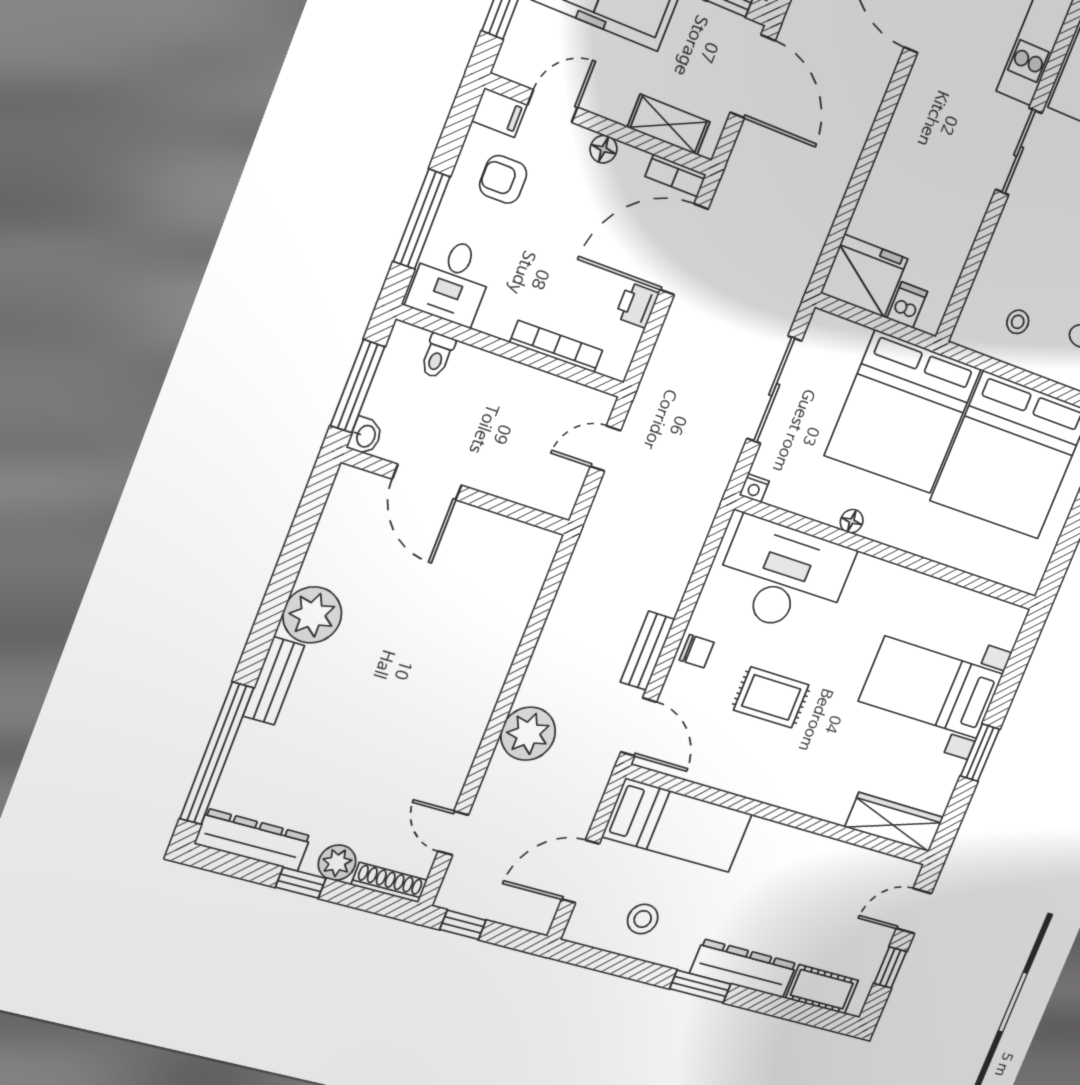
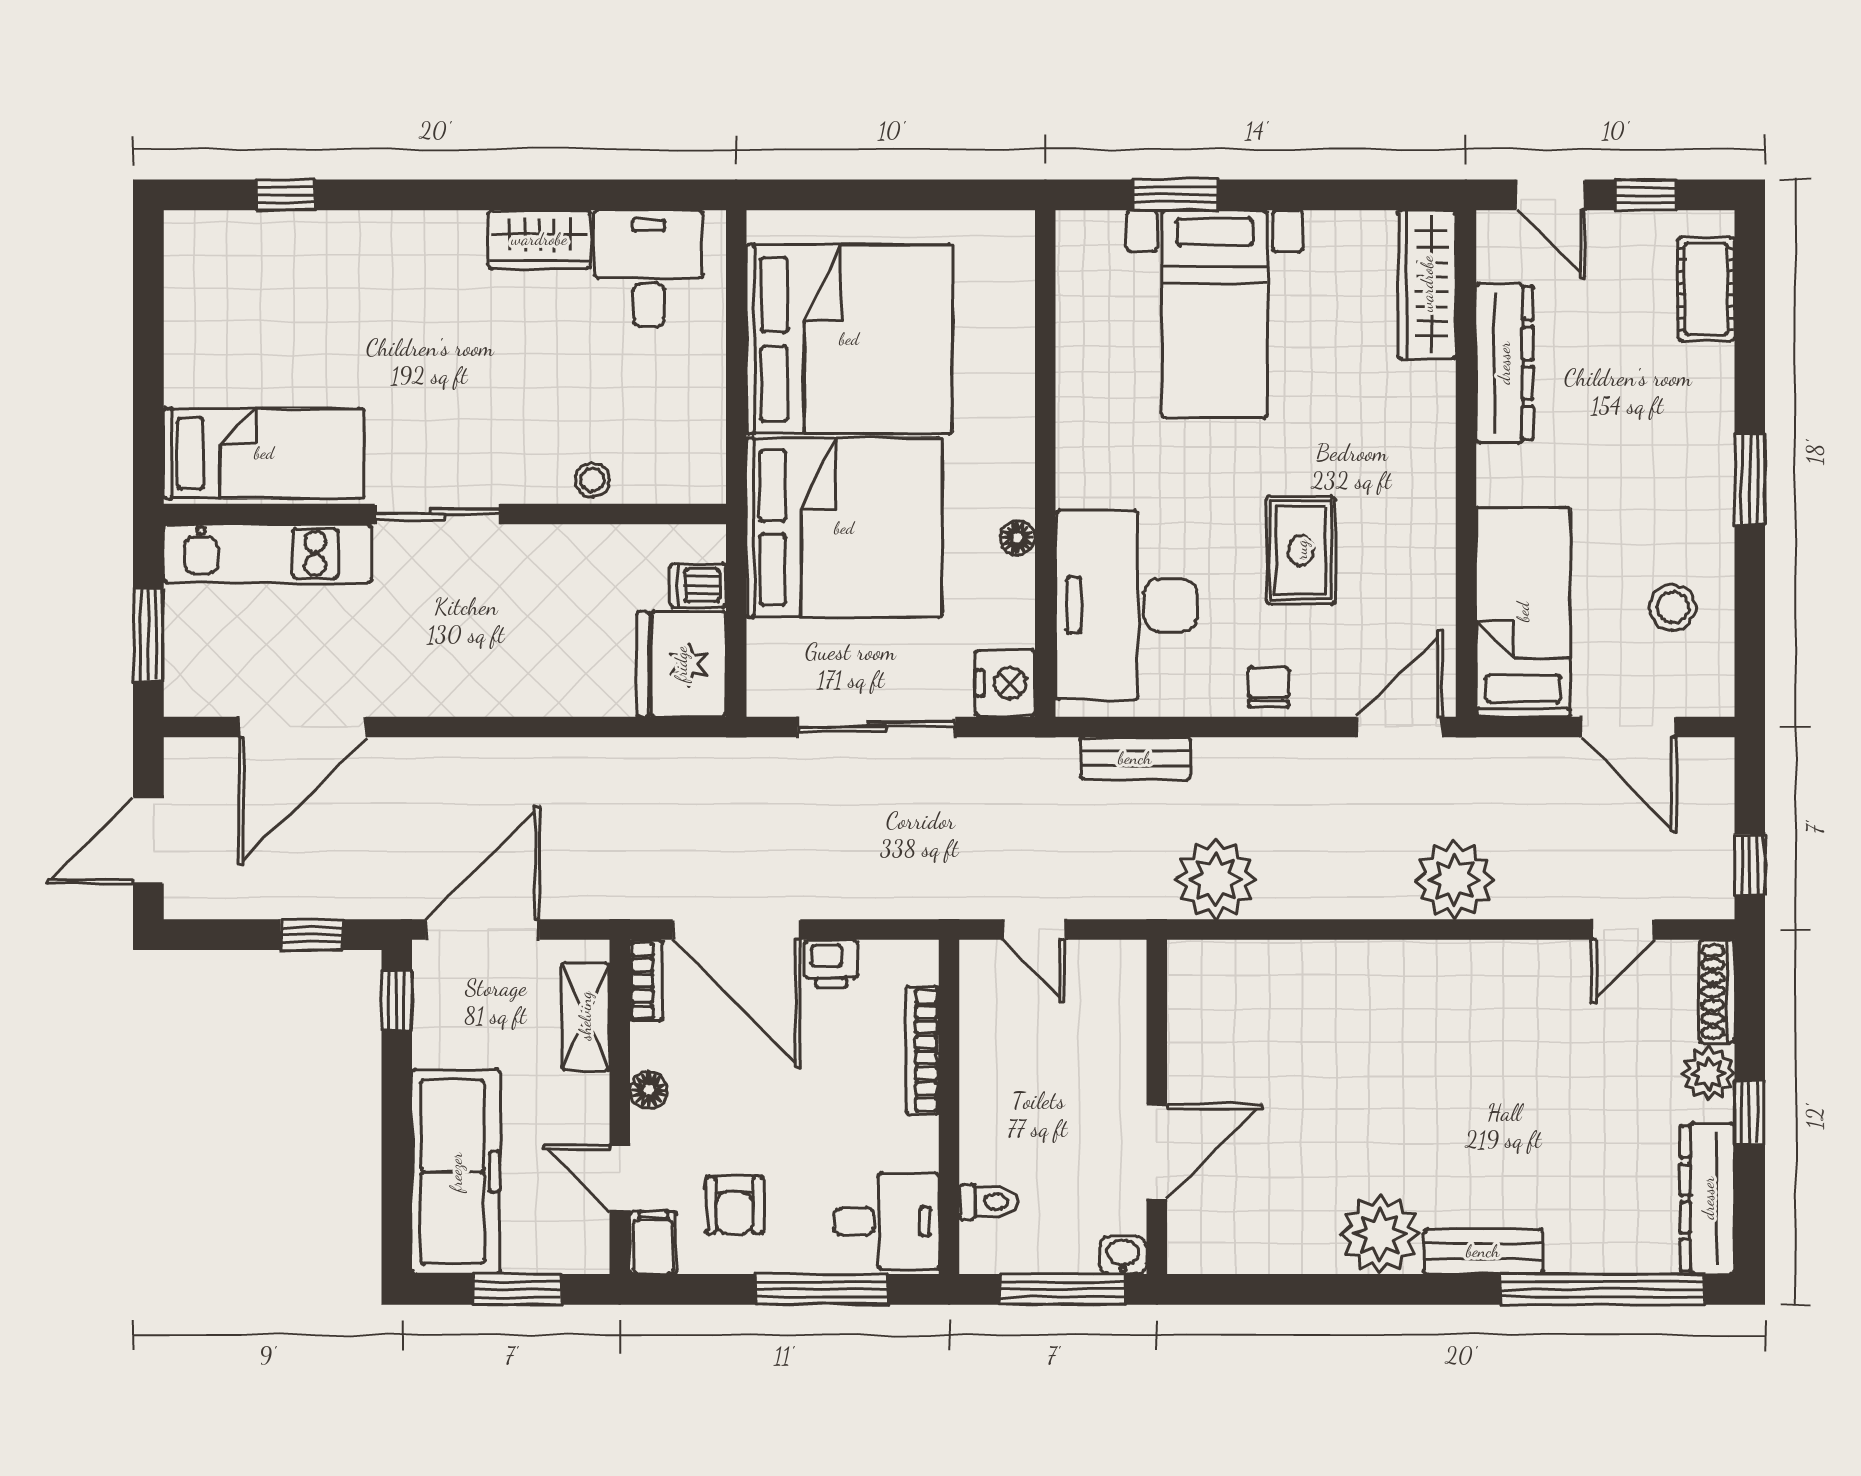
stool: (1018, 322) -> (593, 480), moved
nightstand: (754, 488) -> (1005, 683), width x1.89, depth x1.79
plant: (590, 579) -> (1216, 879), added
bench: (647, 651) -> (1135, 758), moved
window: (980, 753) -> (1175, 195), moved
dresser: (743, 968) -> (1504, 363), moved, turned 180

